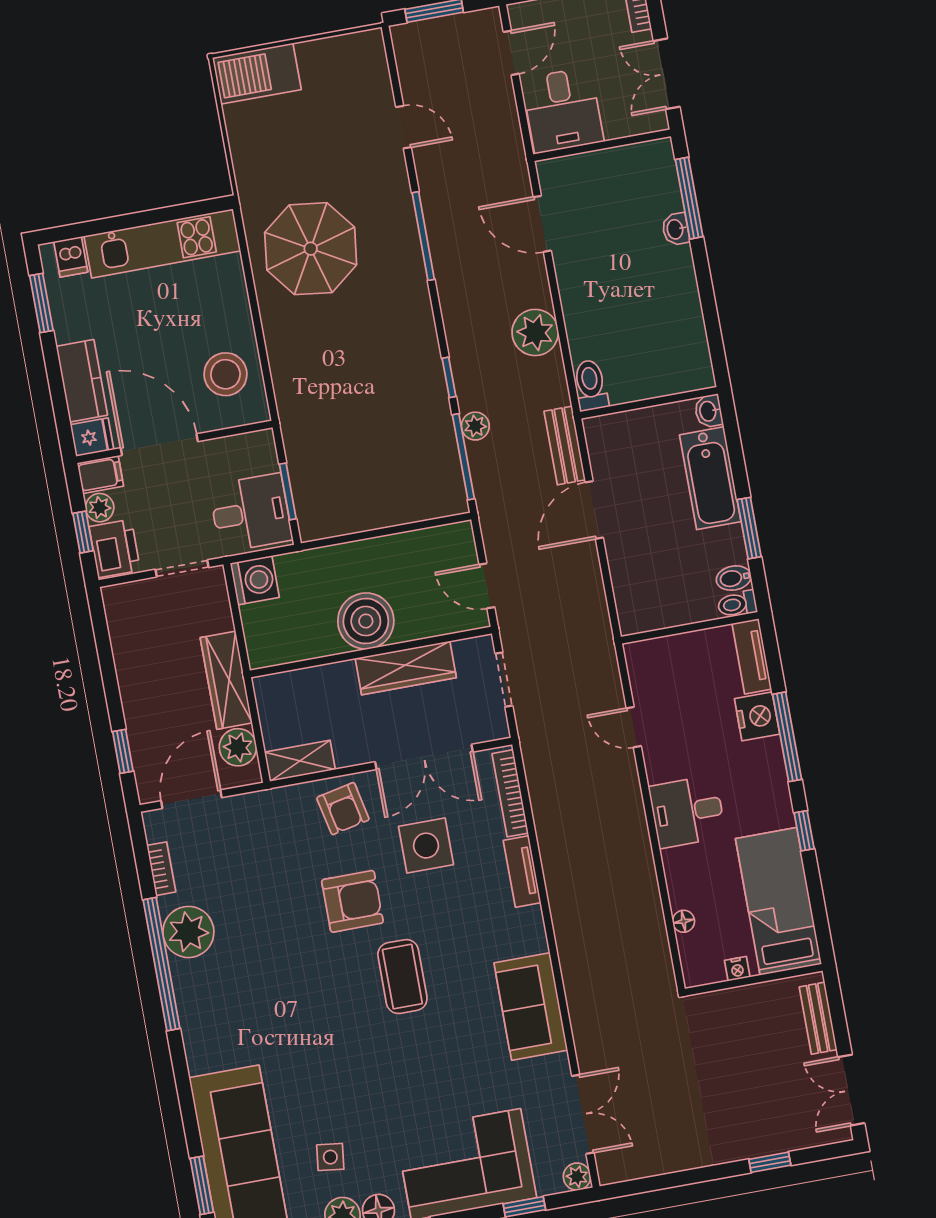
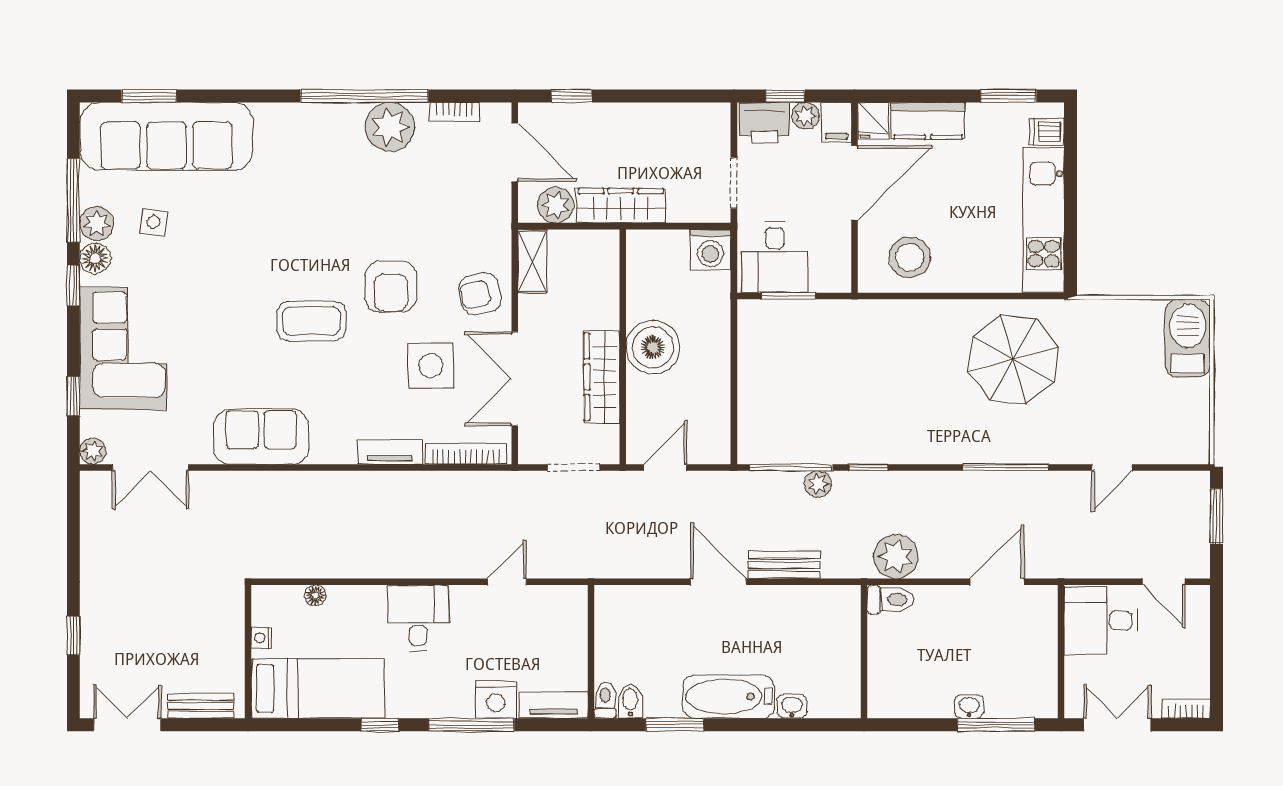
toilet: (591, 385) -> (891, 600), moved
wall: (649, 403) -> (864, 652), moved

